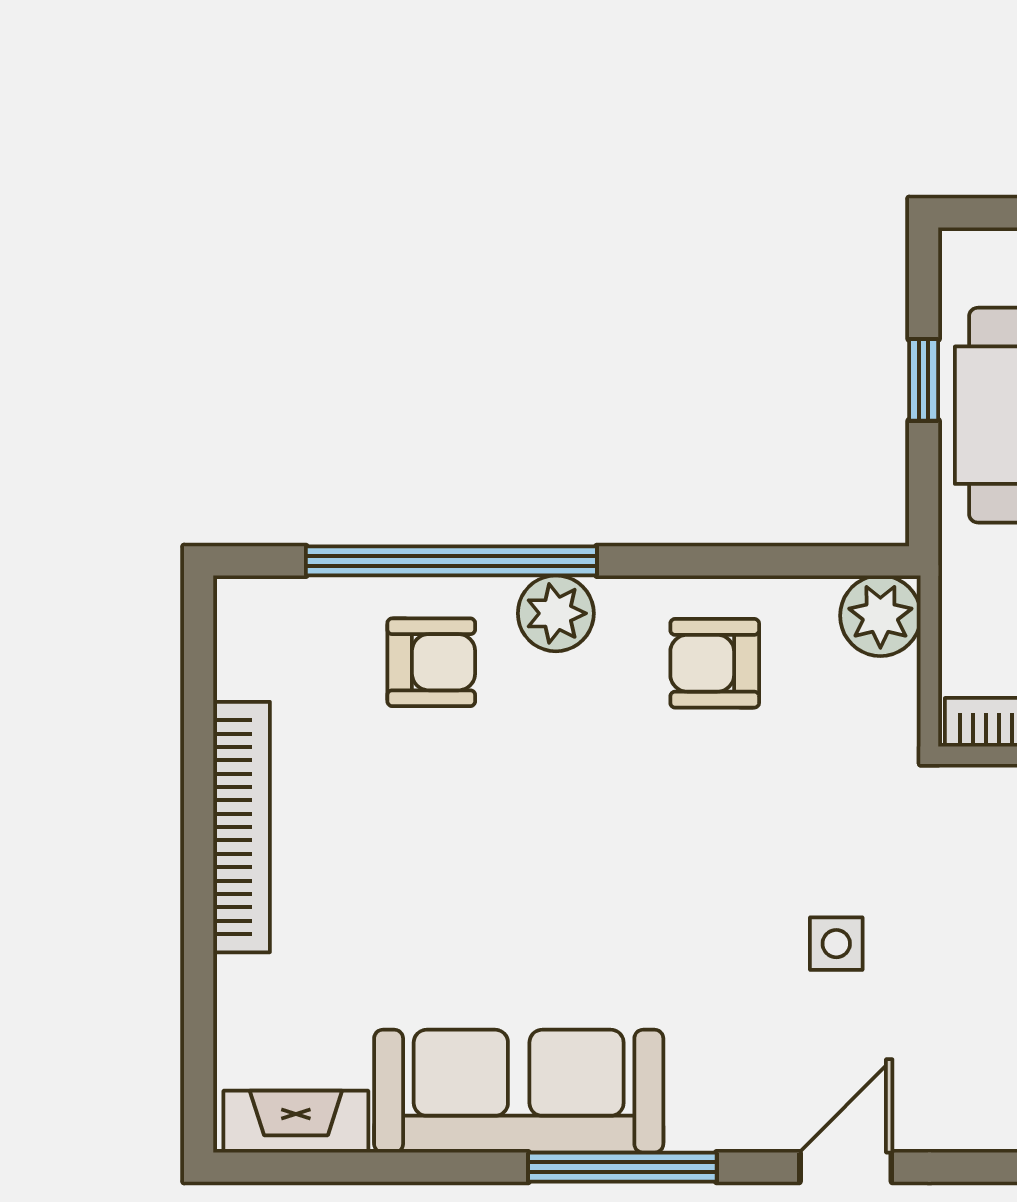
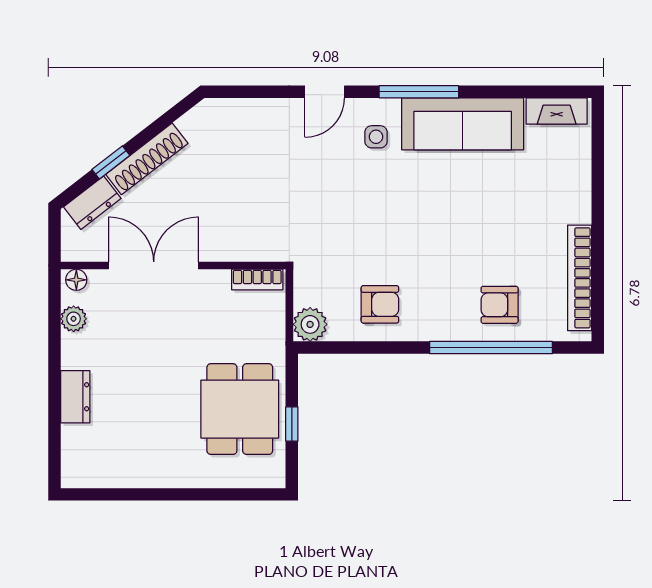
plant: (556, 613) -> (447, 325), removed
bookcase: (241, 827) -> (580, 278), moved
side table: (836, 944) -> (376, 137), moved

